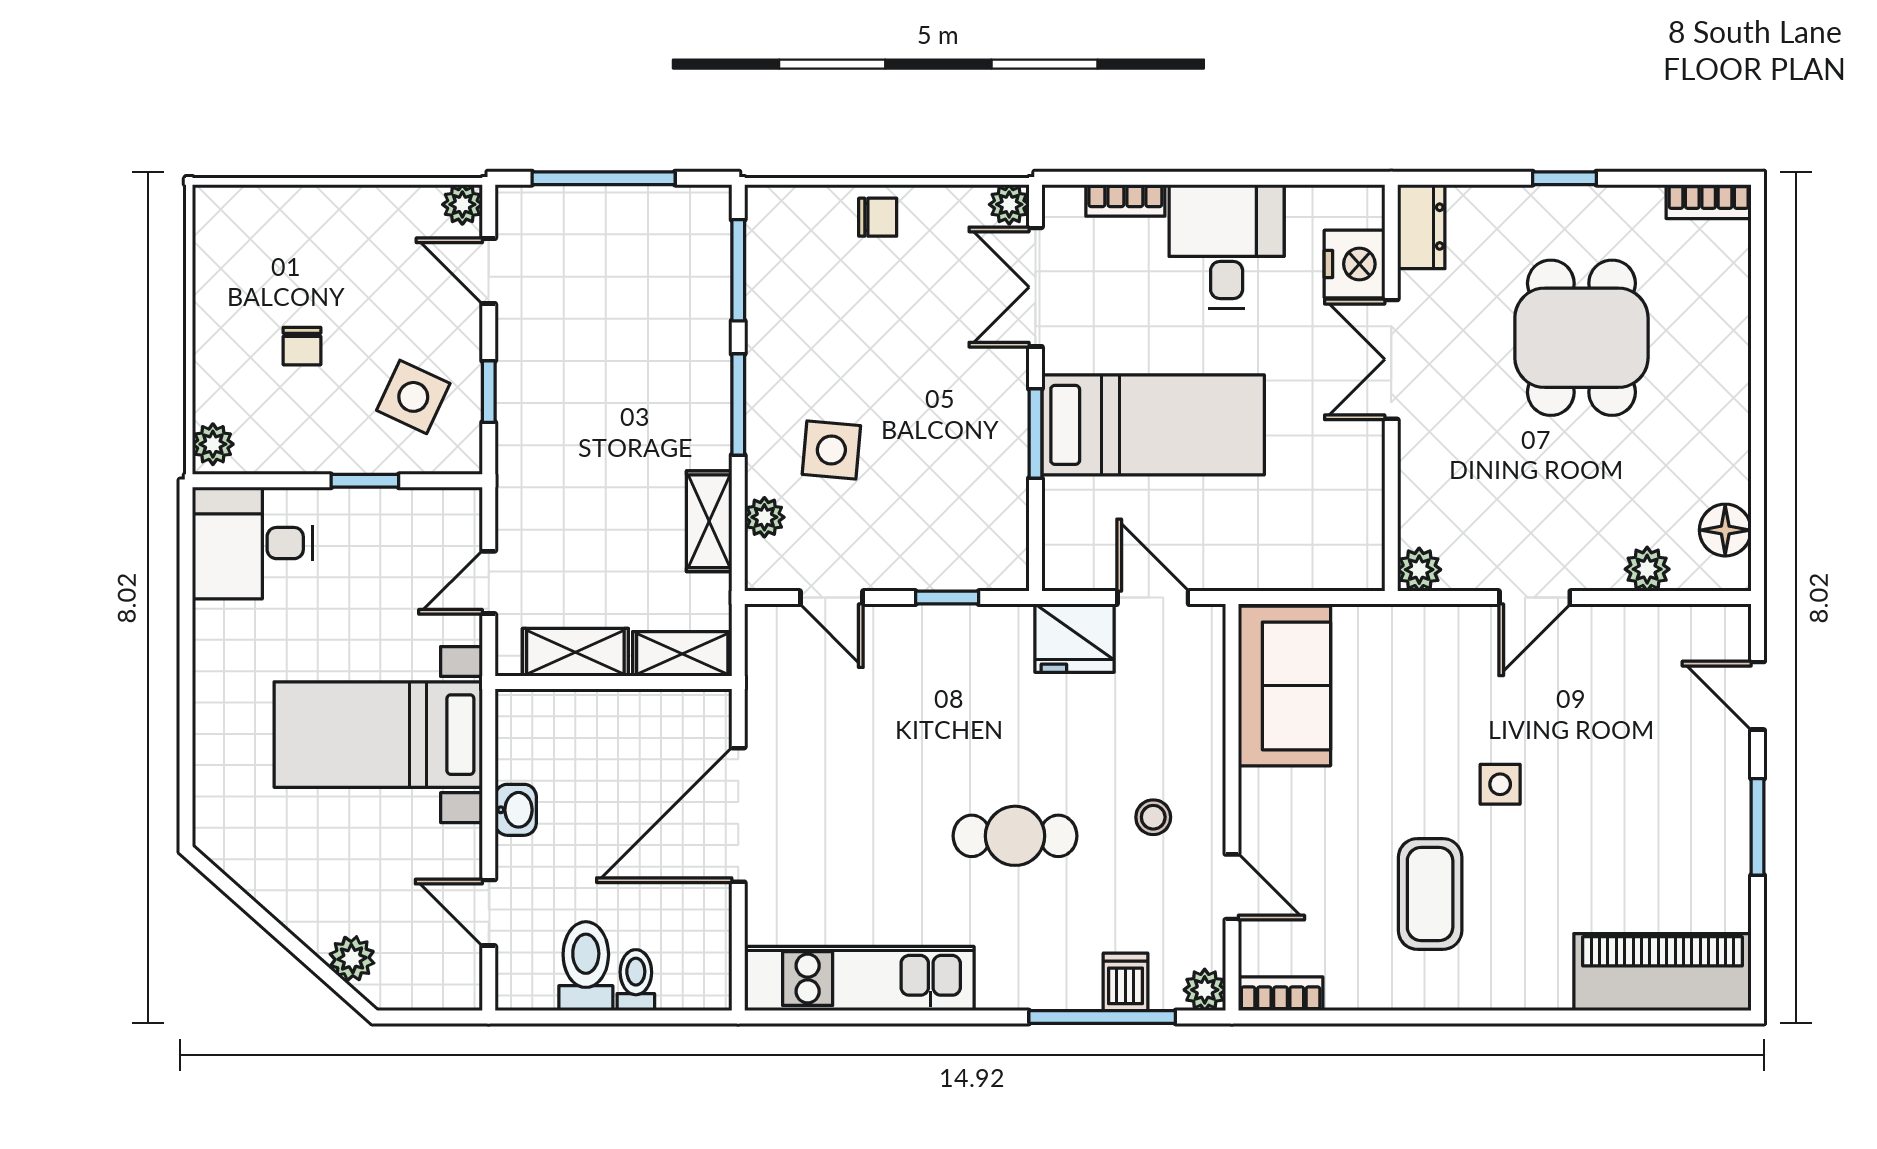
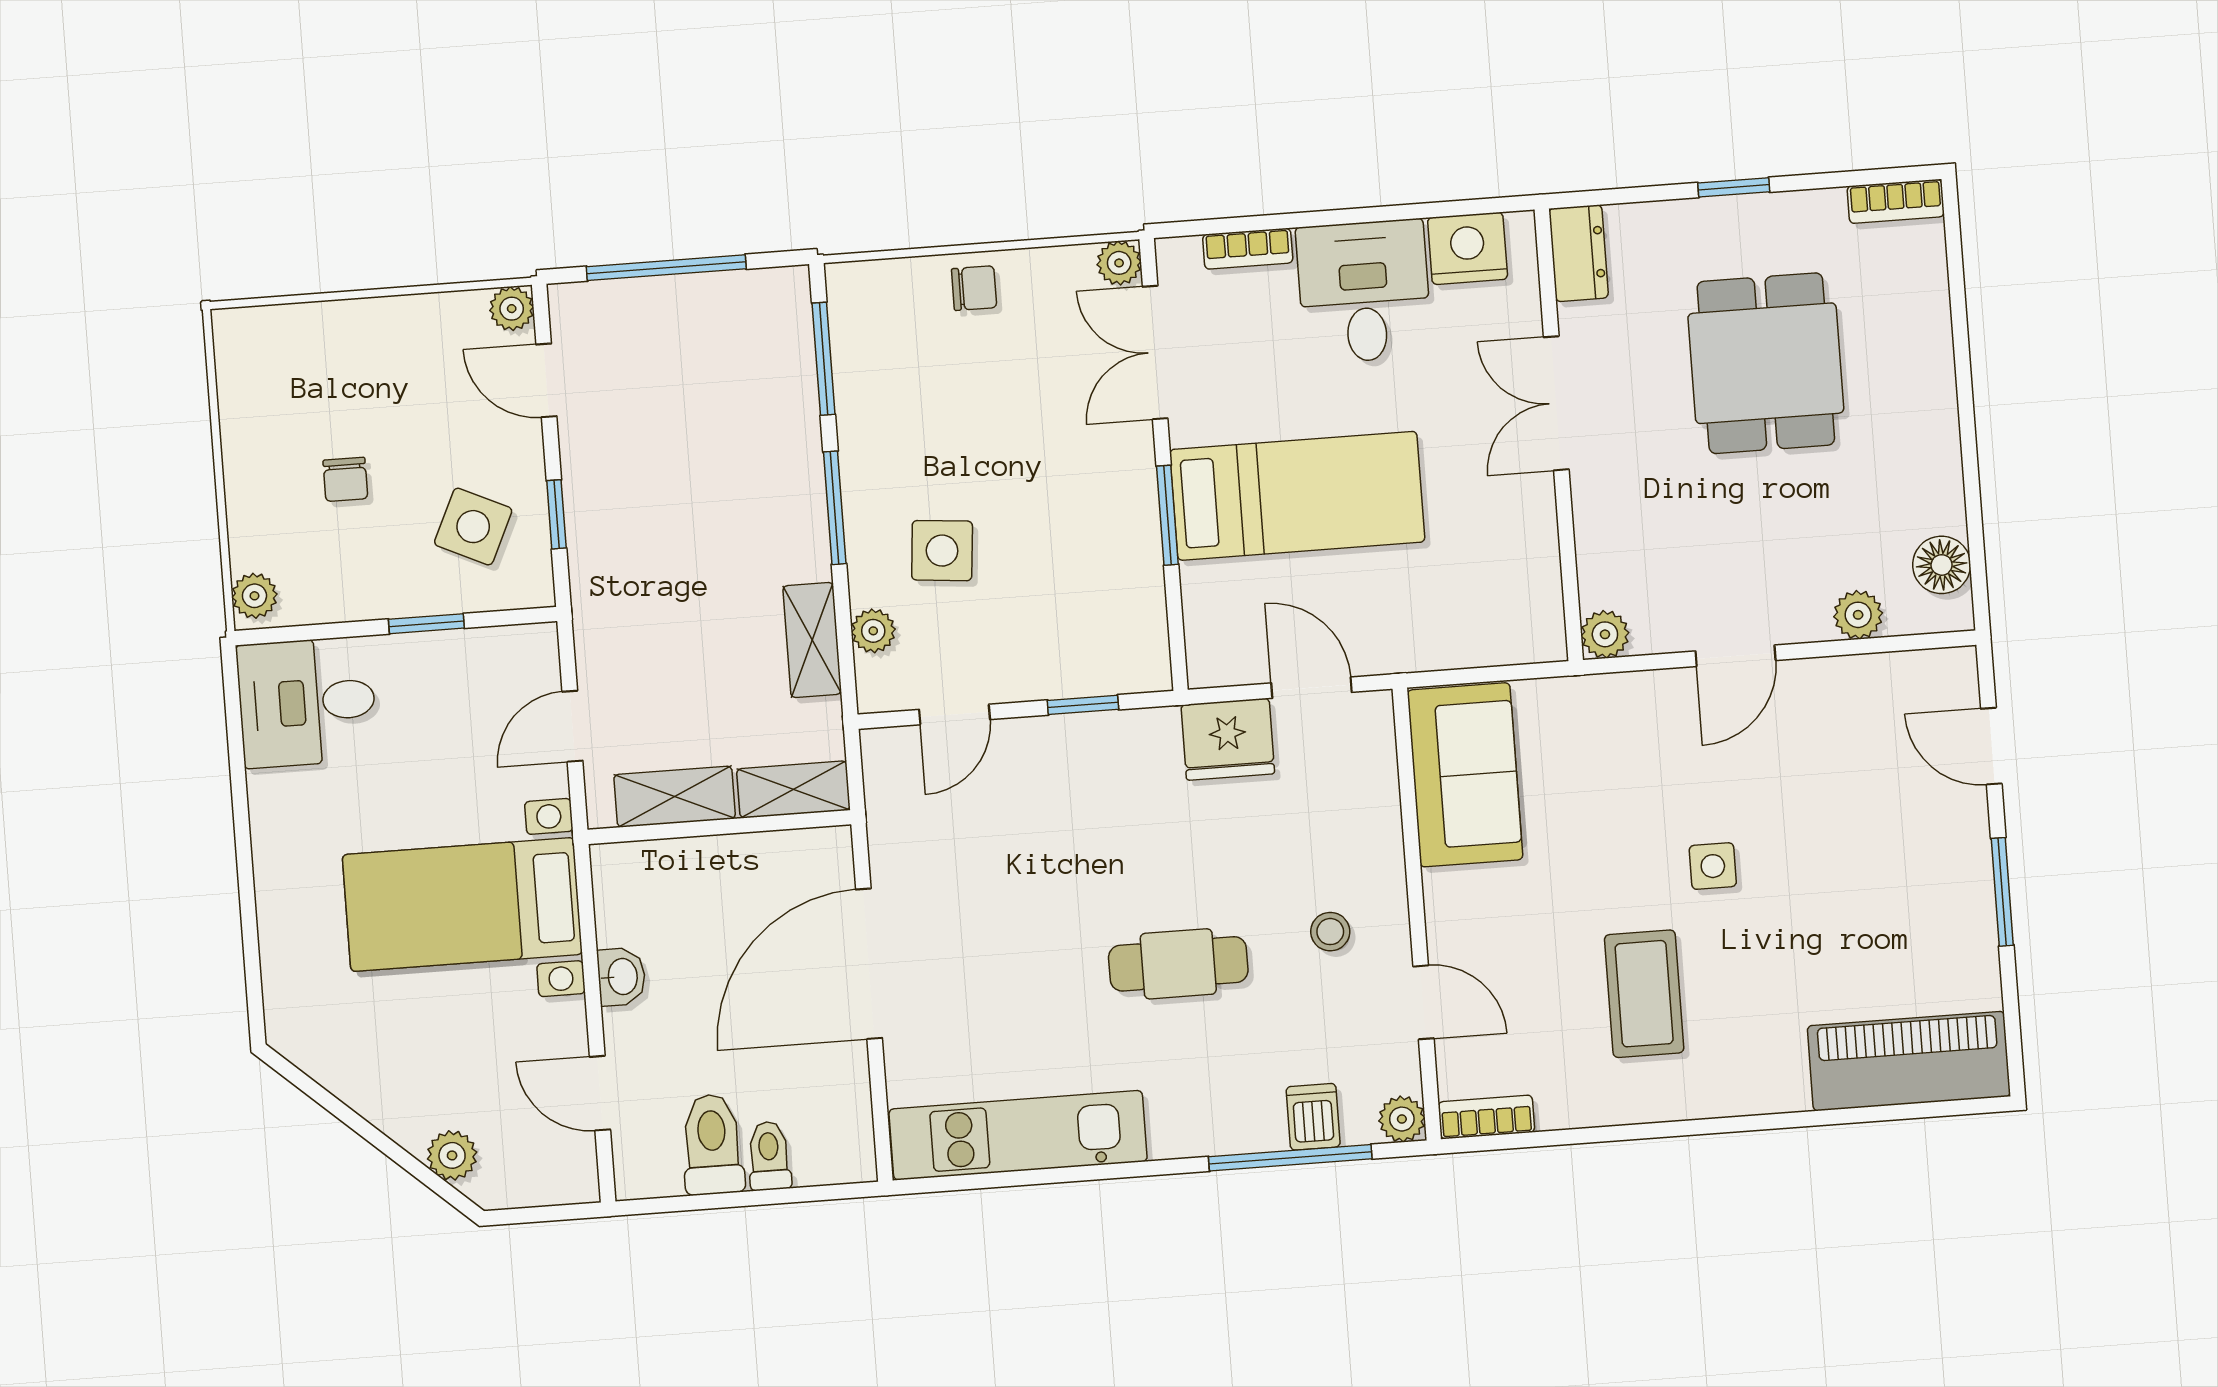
nightstand: (1354, 264) -> (1468, 248), moved, turned -90
door: (831, 598) -> (954, 714), hinge flipped

